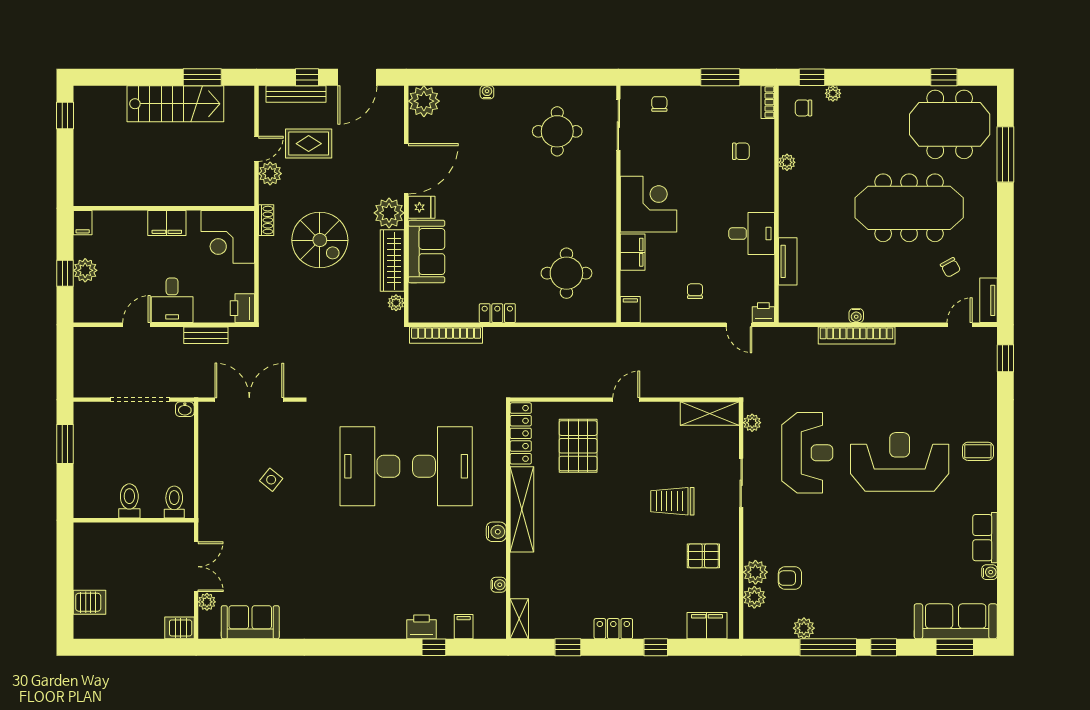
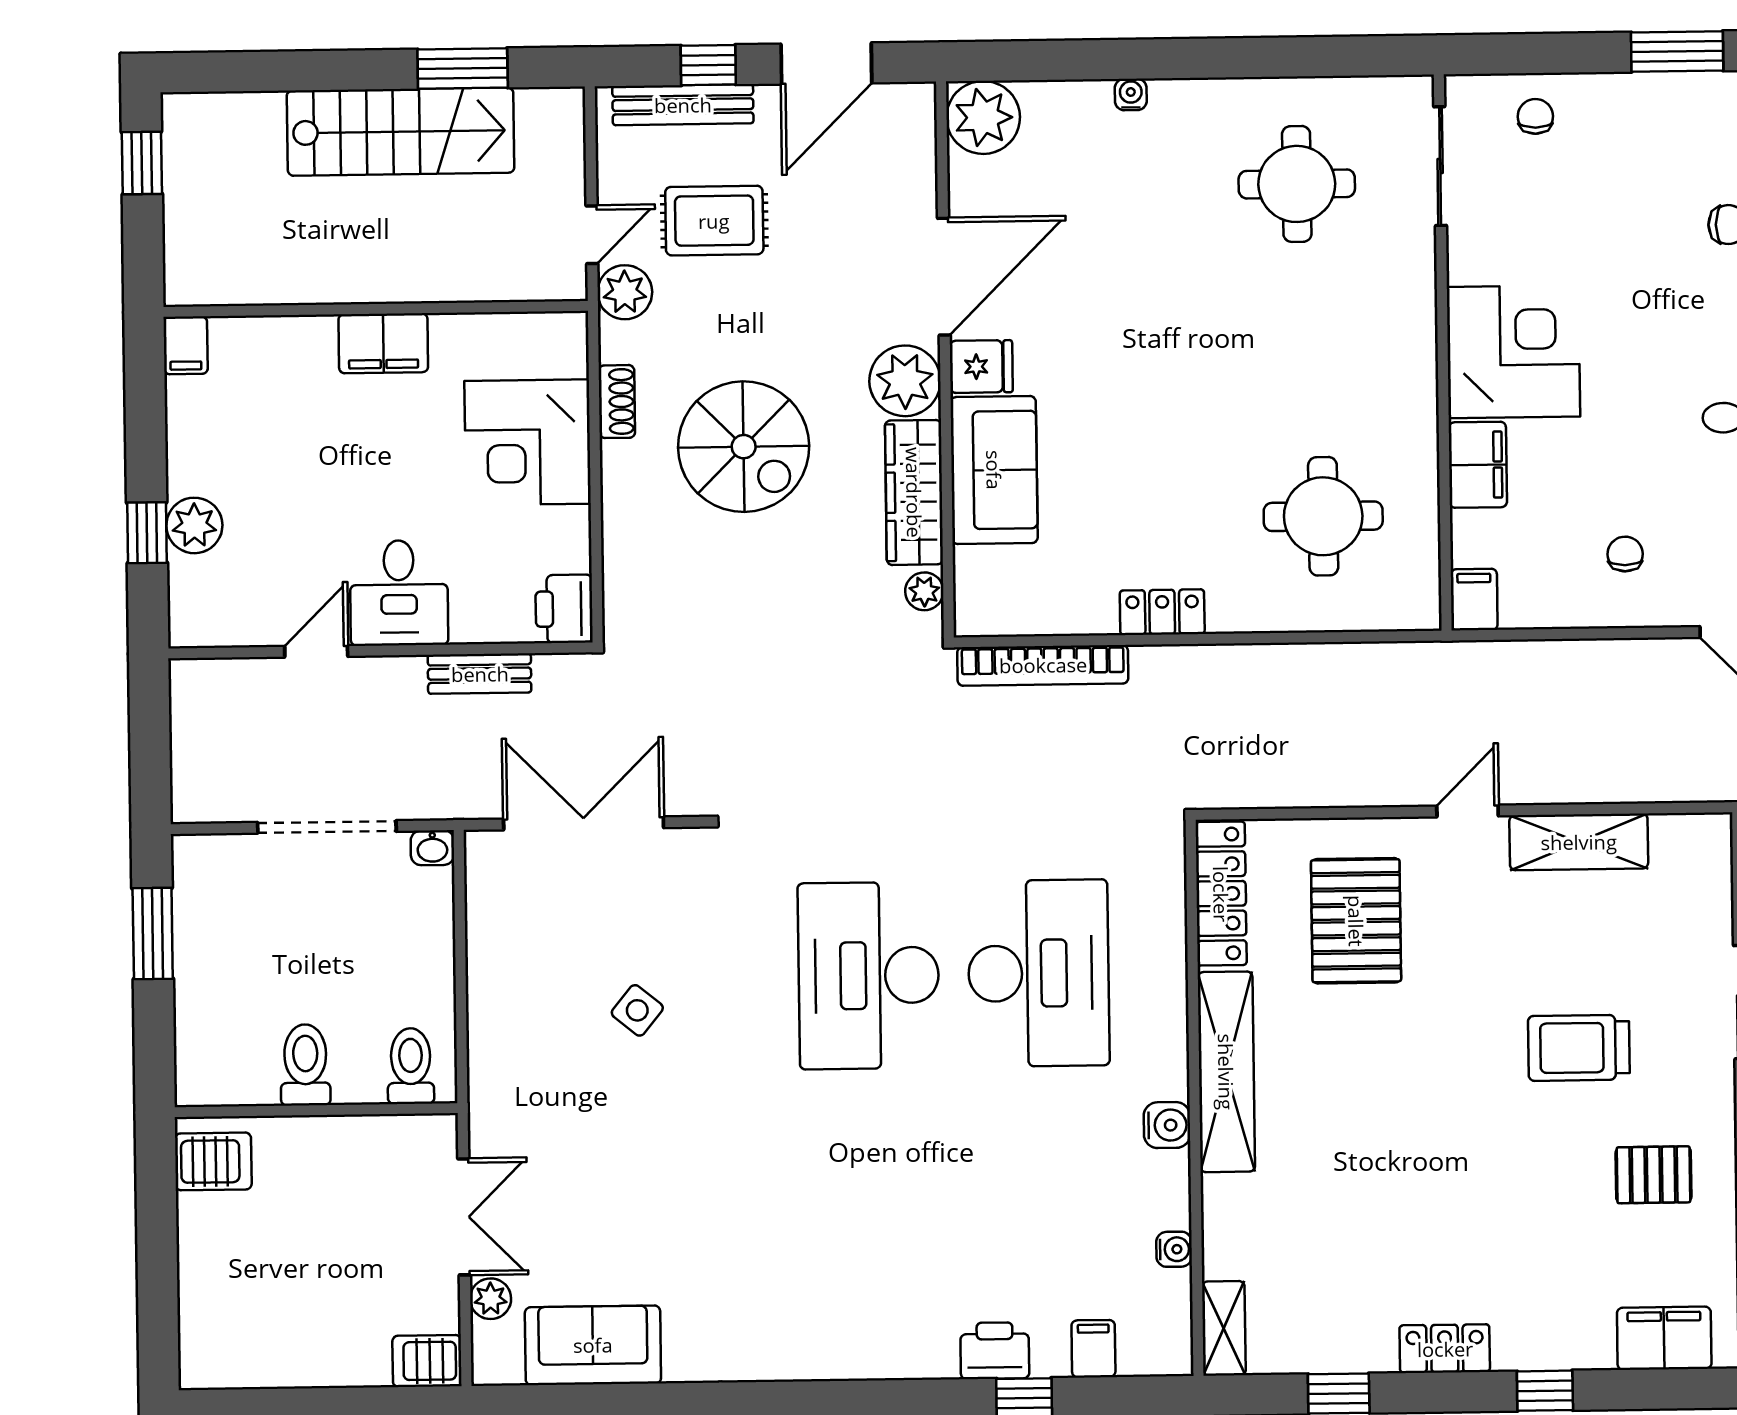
wall: (164, 208) -> (376, 309), moved
filing cabinet: (83, 223) -> (186, 345), moved
filing cabinet: (167, 223) -> (383, 343), moved
shelving: (710, 413) -> (1579, 842), moved
server rack: (90, 602) -> (213, 1161), moved

